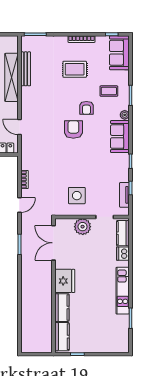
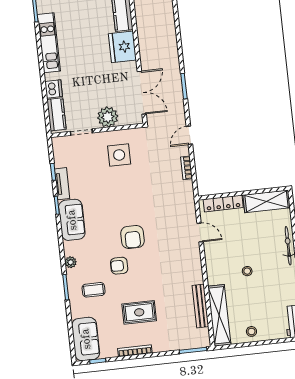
shelving: (12, 77) -> (219, 315), moved
armchair: (86, 108) -> (119, 266), turned -90
sofa: (120, 137) -> (72, 220), moved
tv unit: (124, 195) -> (62, 184), moved

